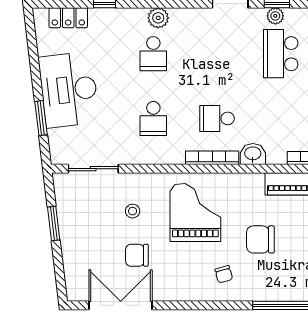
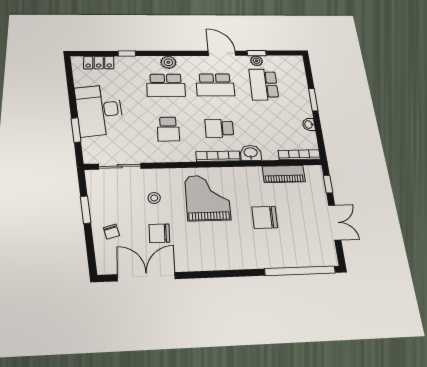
school desk: (153, 54) -> (166, 85), width x1.85
school desk: (217, 54) -> (215, 85), added
chair: (224, 274) -> (111, 232), moved

